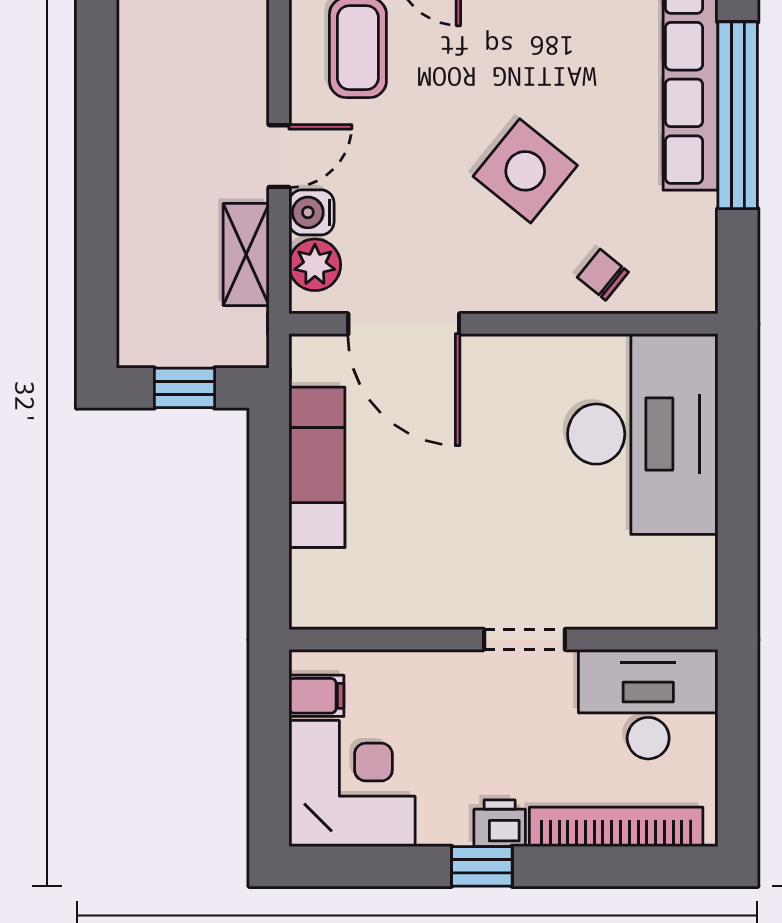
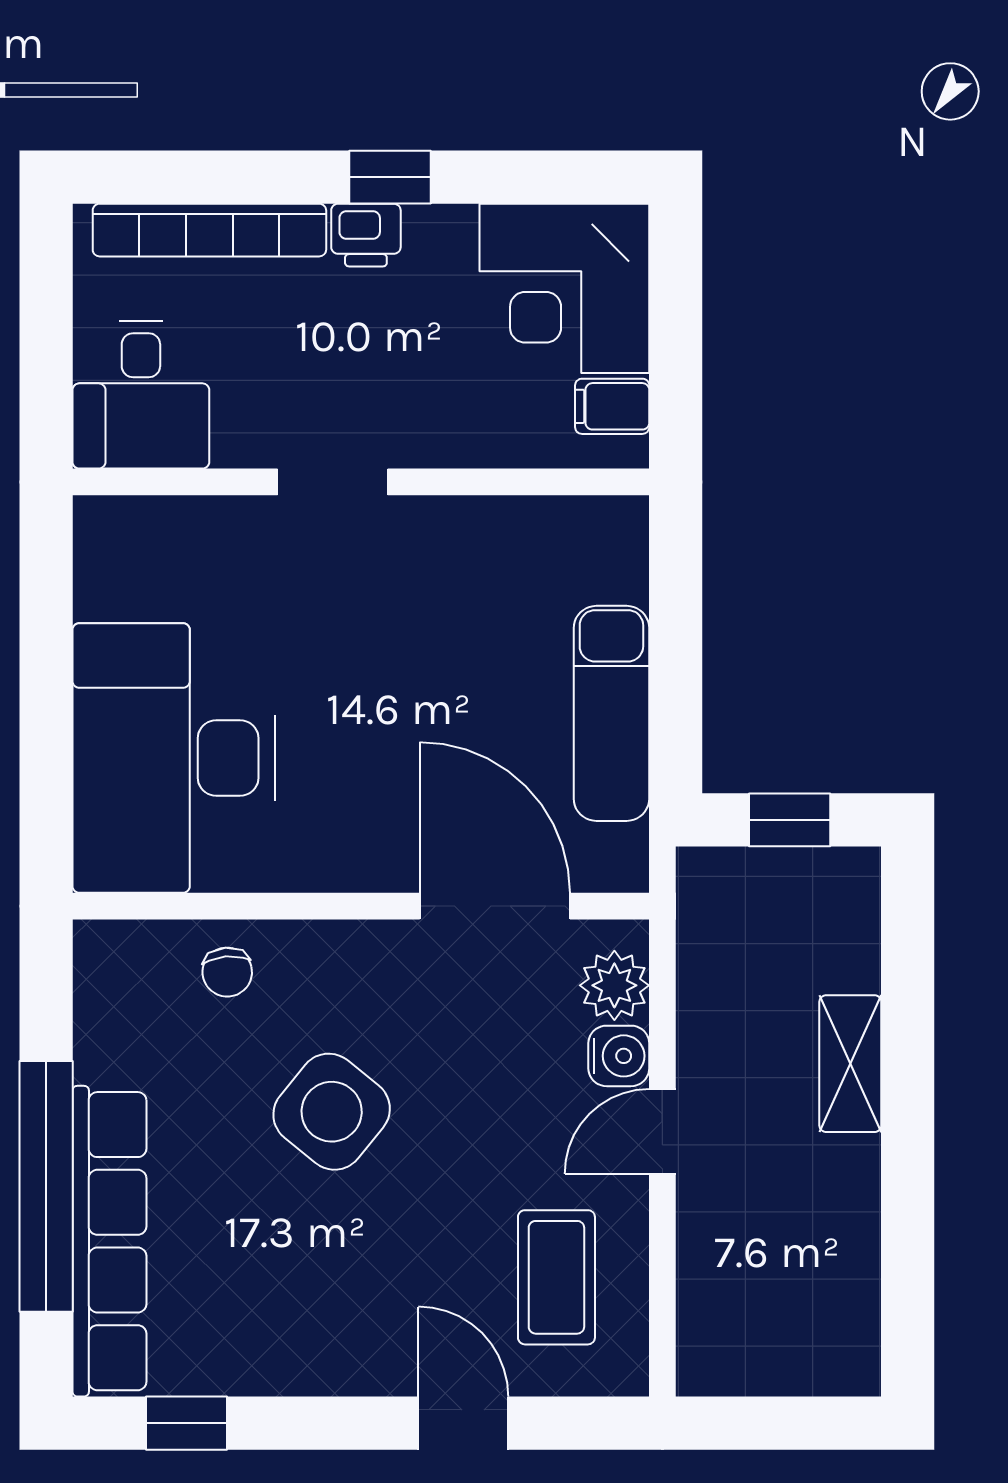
shelving: (246, 254) -> (850, 1064), moved
chair: (603, 275) -> (227, 972), turned 46
desk: (648, 704) -> (141, 395), width x0.73

